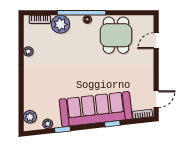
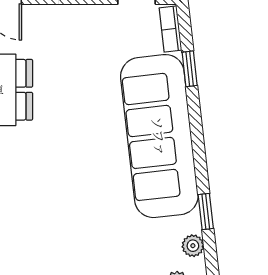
window: (112, 124) -> (190, 69), moved

